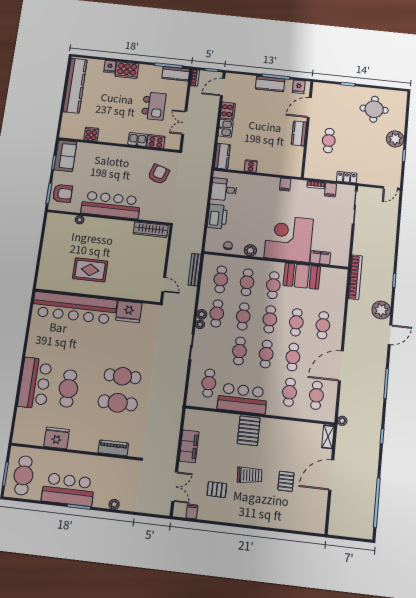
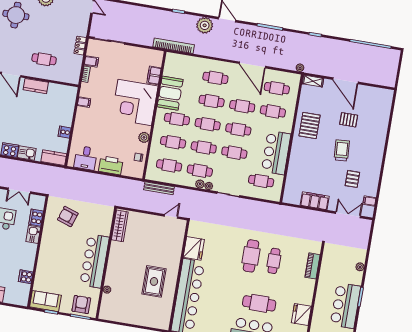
cafe table: (118, 403) -> (274, 261), width x0.73, depth x0.74
pallet: (249, 431) -> (310, 126), moved, turned 90

